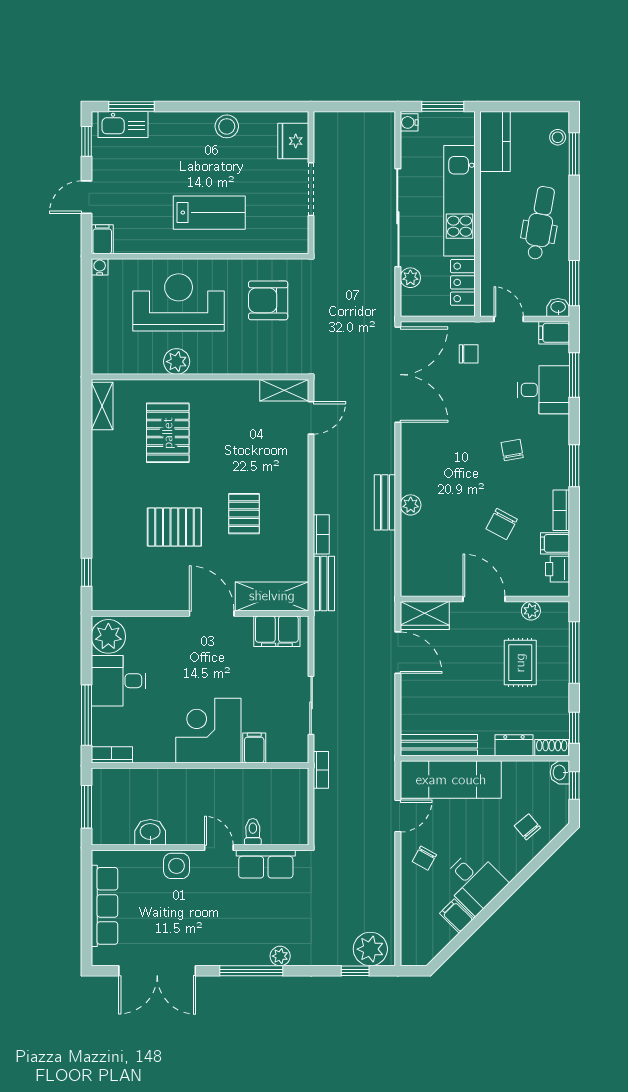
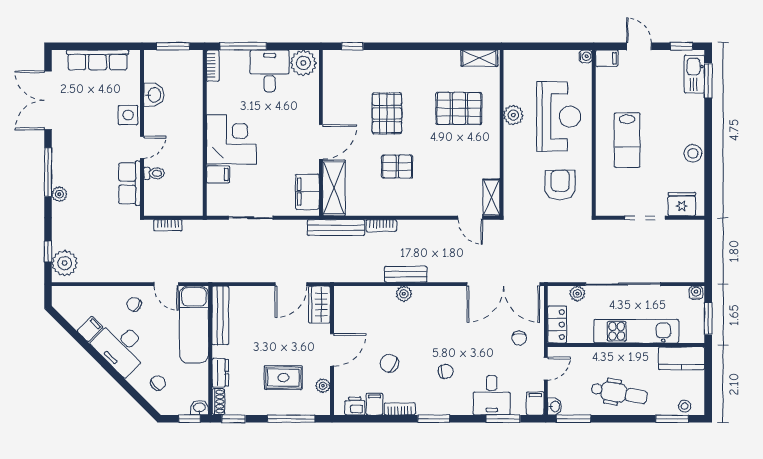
locker: (463, 282) -> (557, 324), moved, turned 90
bench: (324, 584) -> (336, 228), width x1.36
bookcase: (321, 770) -> (168, 225), moved
desk: (474, 882) -> (121, 347), width x1.37

